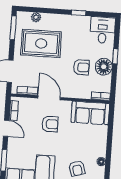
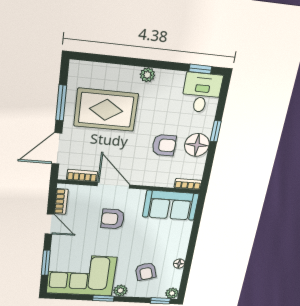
window: (79, 13) -> (200, 69), moved
plant: (36, 17) -> (147, 75), moved
window: (13, 28) -> (61, 103), moved
armchair: (50, 124) -> (113, 219), turned 180

